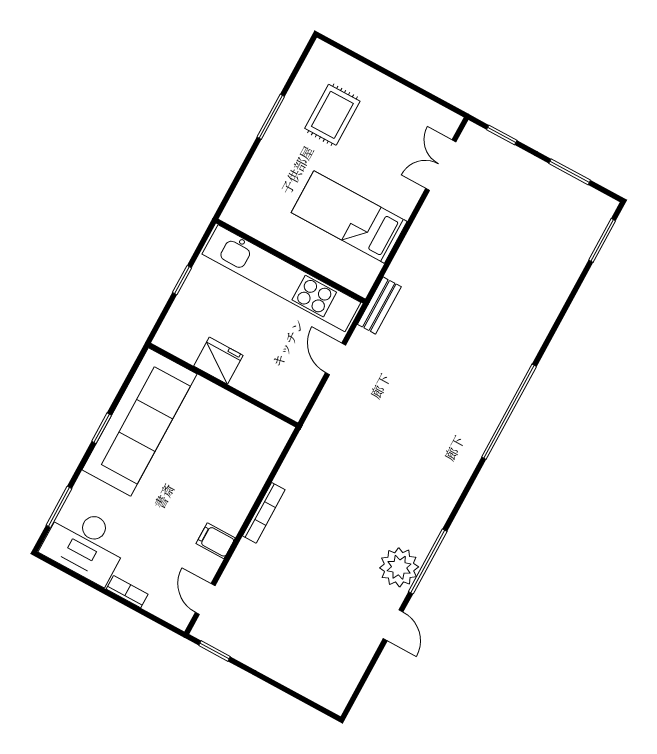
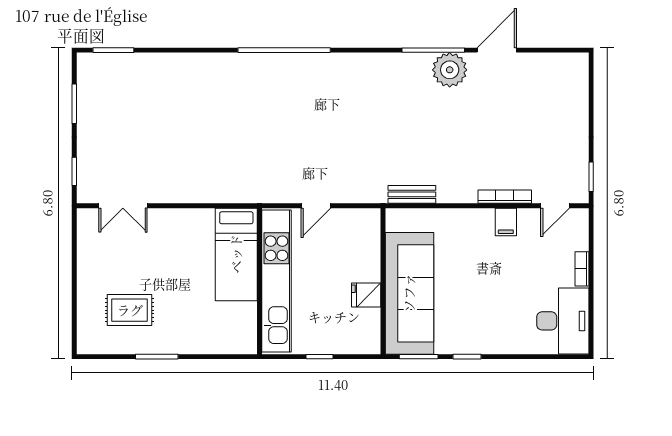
bed: (349, 217) -> (236, 254), moved
bench: (379, 306) -> (412, 194), moved
fridge: (218, 361) -> (366, 295), width x0.72
sofa: (140, 422) -> (409, 293), moved, turned 90
window: (59, 507) -> (419, 357), moved
bookcase: (264, 513) -> (505, 197), moved
door: (393, 625) -> (497, 50), width x1.38

